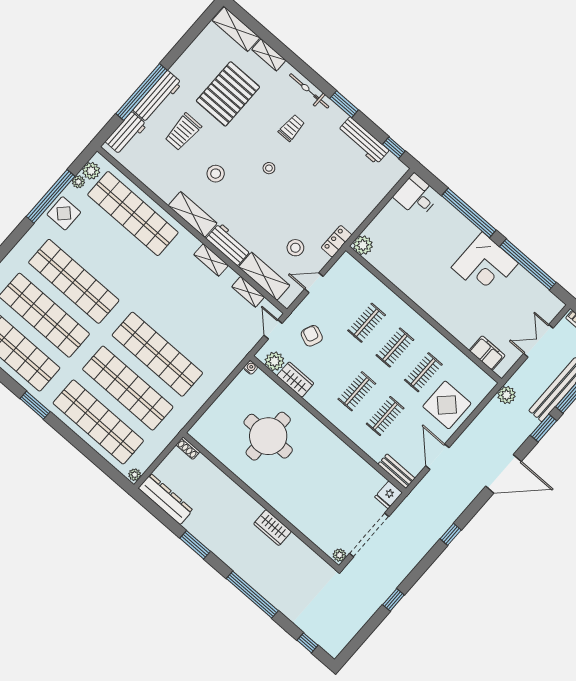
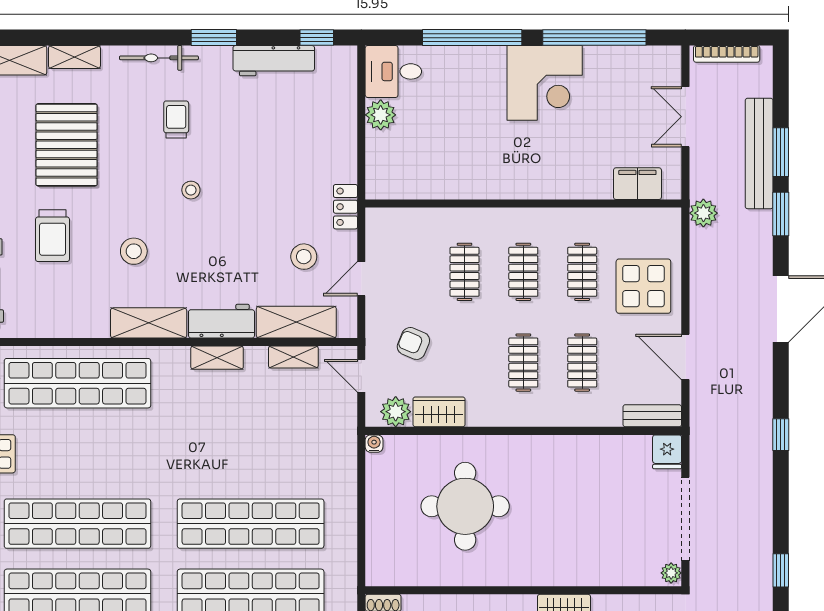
plant: (363, 245) -> (381, 115), moved

